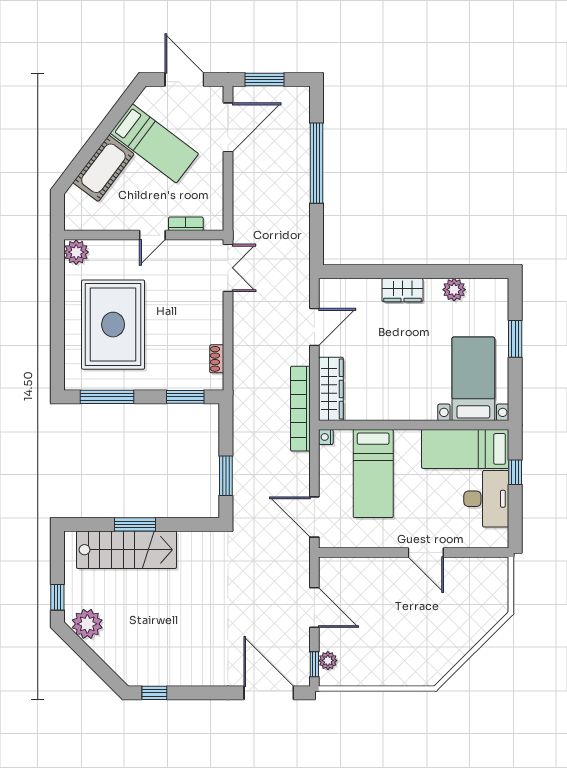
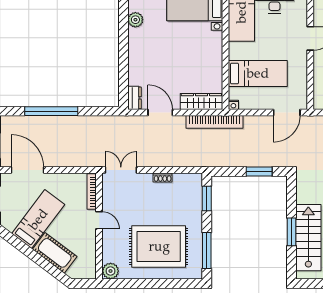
bookcase: (186, 224) -> (92, 192), width x1.56
dresser: (336, 288) -> (134, 98), added
wardrobe: (402, 290) -> (136, 54), removed
shoe rack: (217, 359) -> (163, 178), moved

